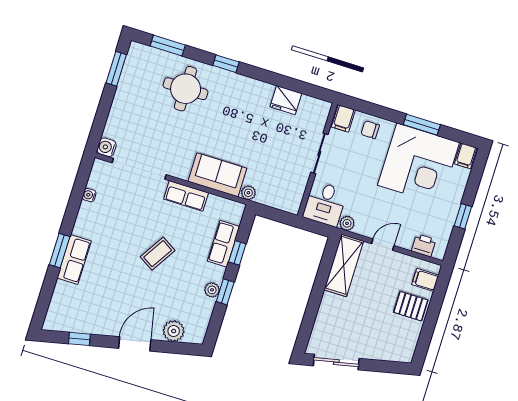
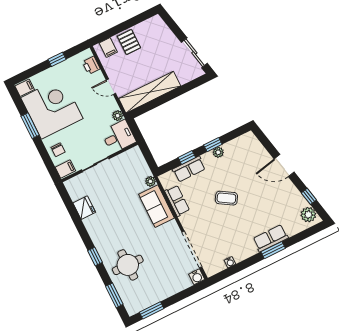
row of seats: (186, 196) -> (177, 201), moved
shelving: (344, 265) -> (150, 92), width x1.47
plant: (174, 331) -> (308, 215), moved

